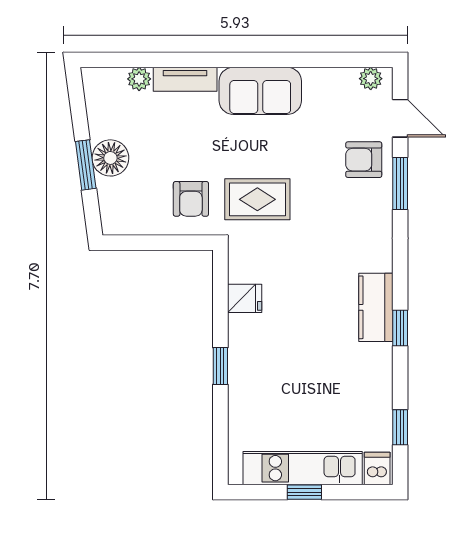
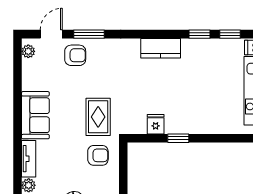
armchair: (364, 160) -> (75, 55), turned -90
window: (400, 328) -> (199, 34), moved
window: (220, 366) -> (178, 138), moved

